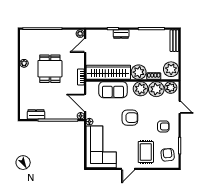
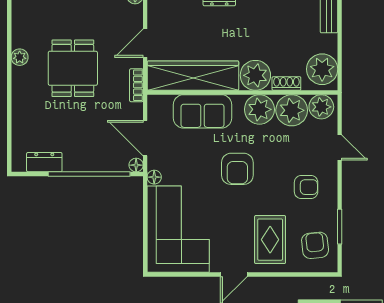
door: (85, 45) -> (145, 43), moved
armchair: (130, 118) -> (237, 169), turned 90

